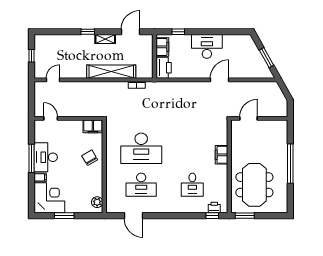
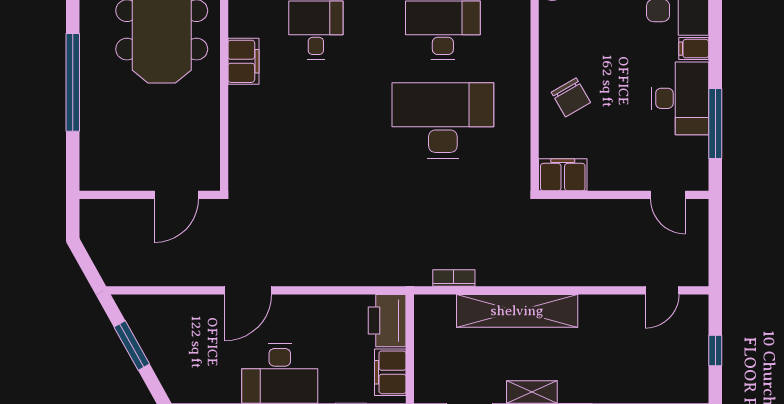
filing cabinet: (222, 155) -> (243, 61), moved
window: (32, 158) -> (715, 124), moved

